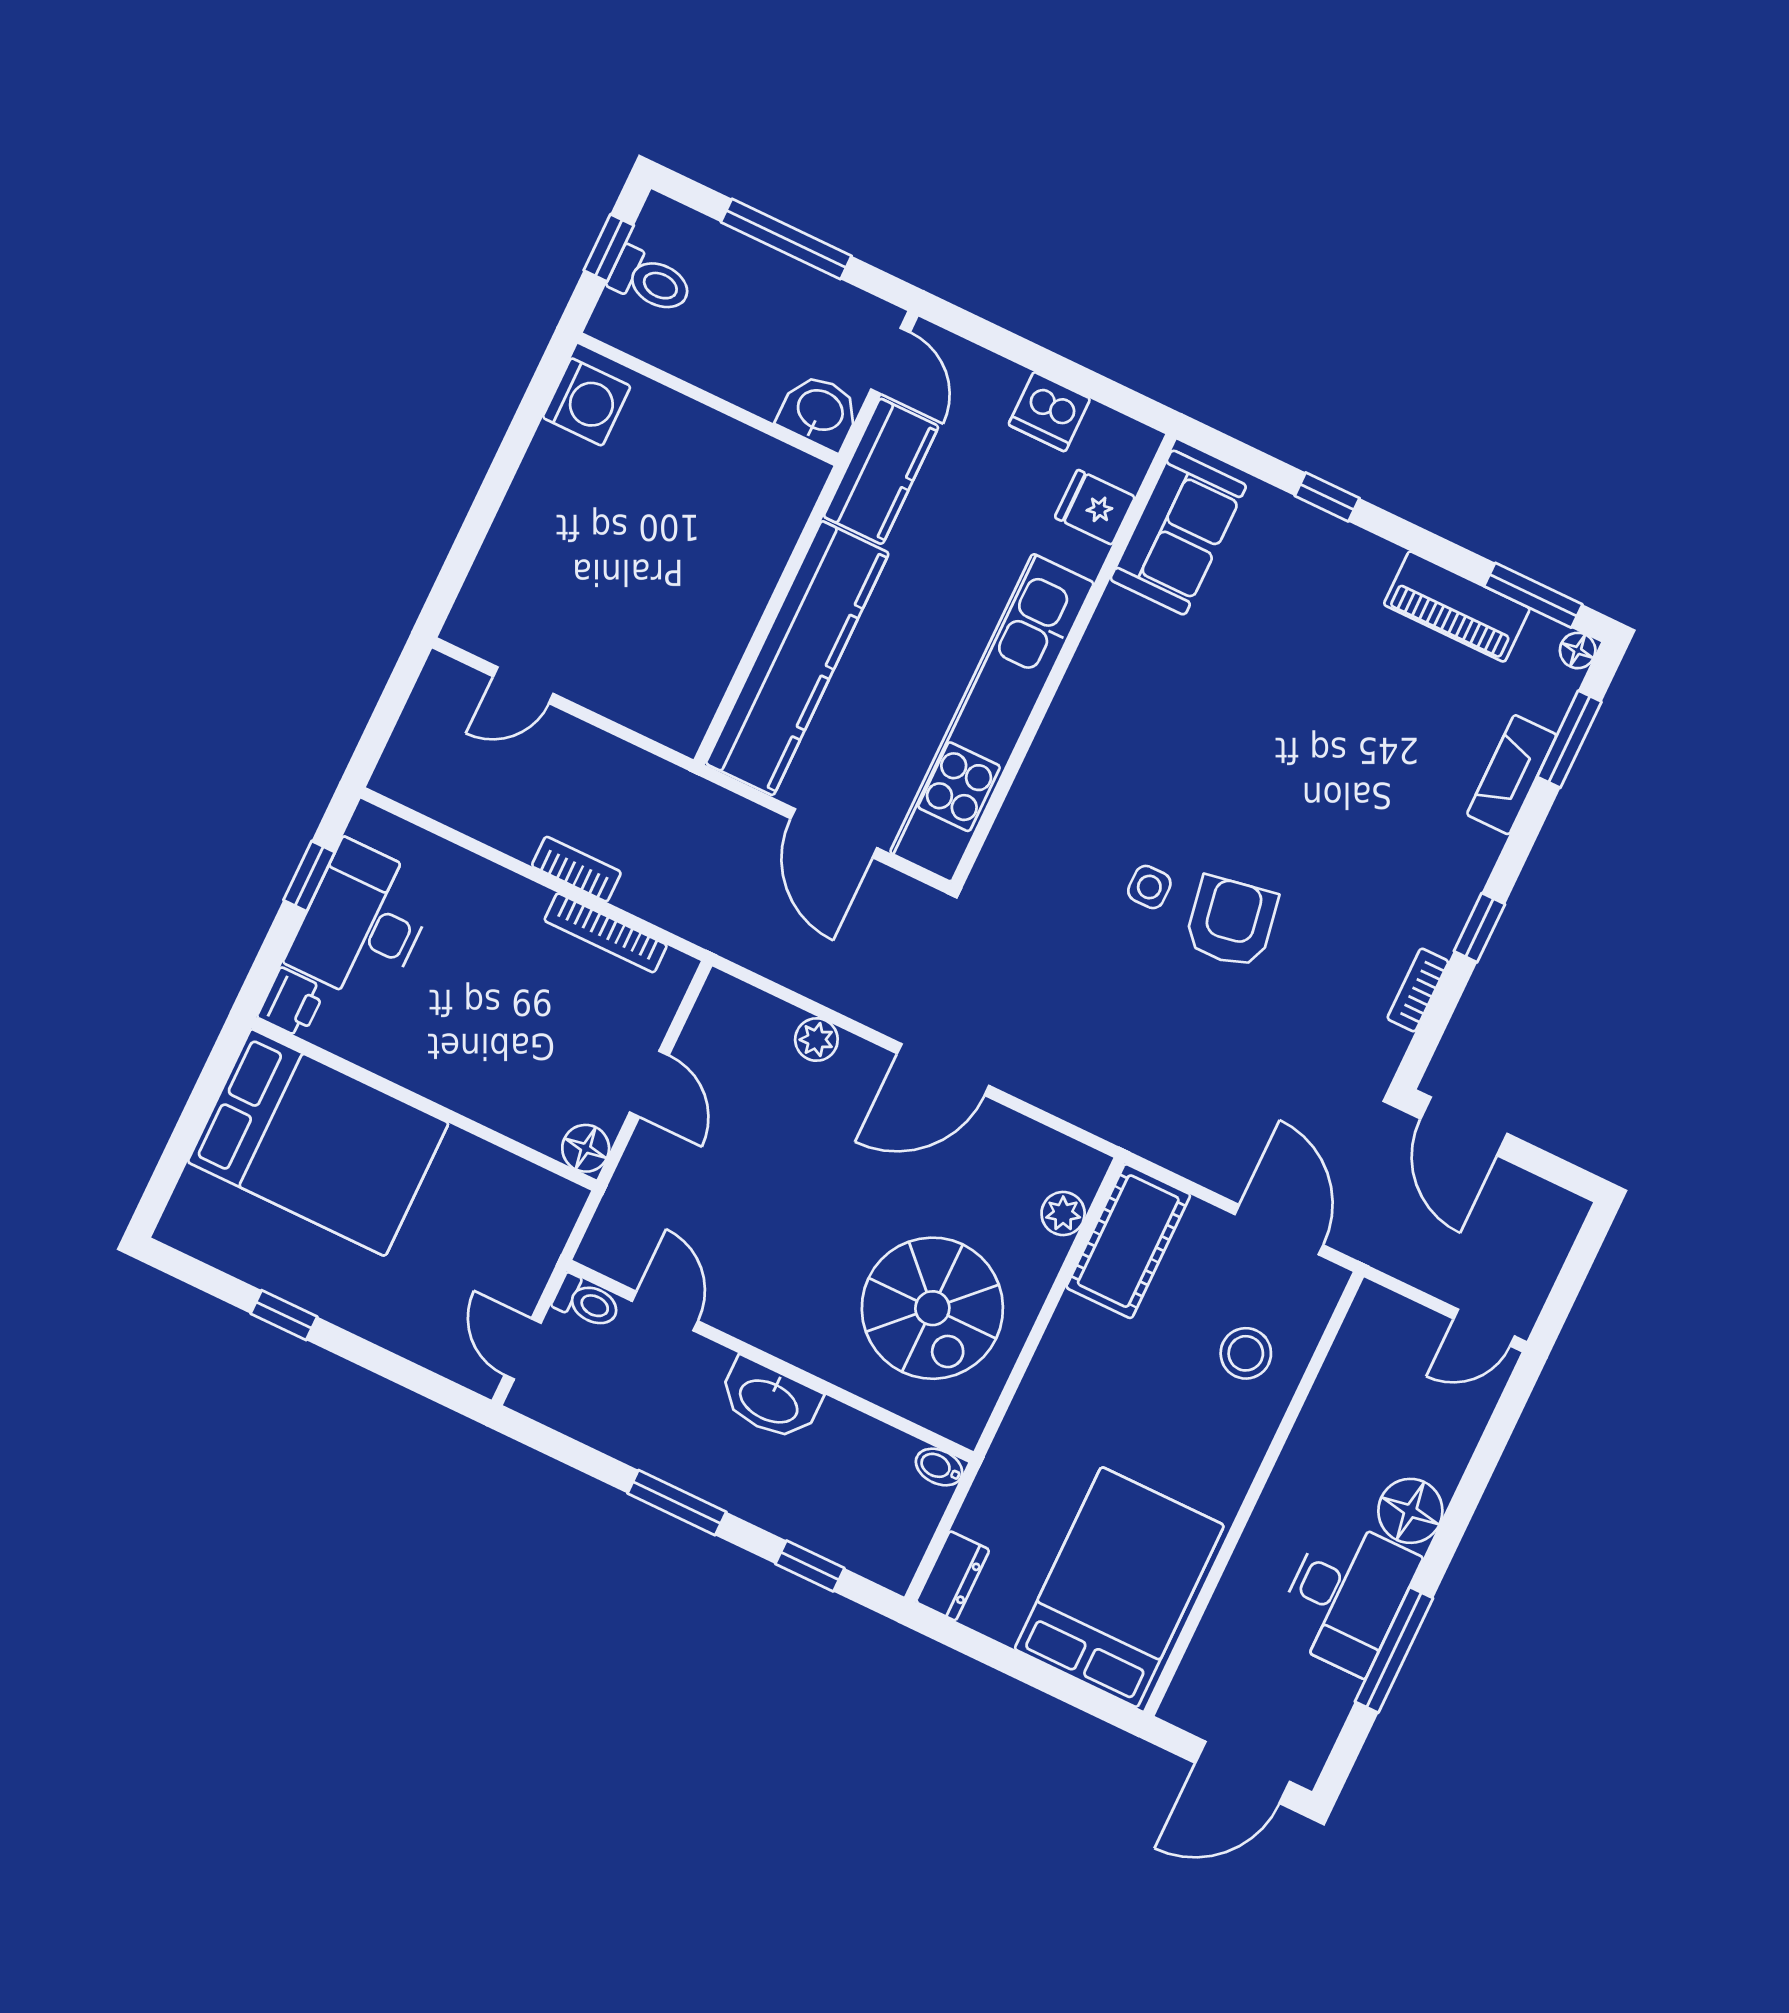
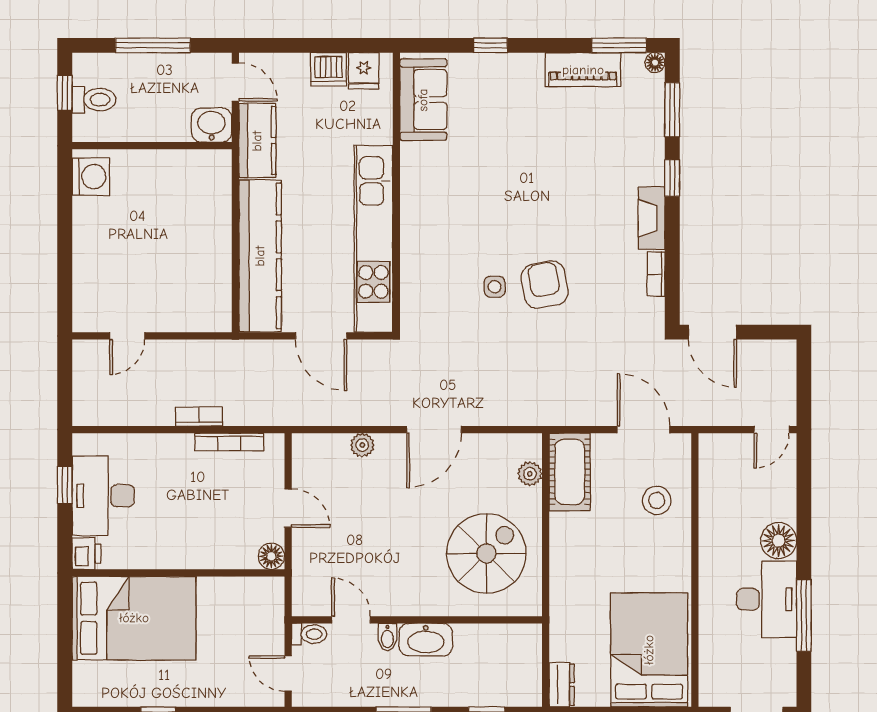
fridge: (1095, 507) -> (364, 71), moved, turned -90
fireplace: (1512, 775) -> (652, 218), moved
window: (1479, 928) -> (672, 178), moved
spiral stairs: (932, 1308) -> (486, 554), turned -90
bidet: (939, 1467) -> (387, 637), moved, turned -90

